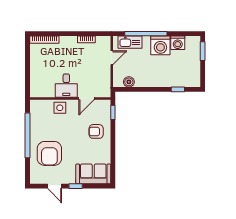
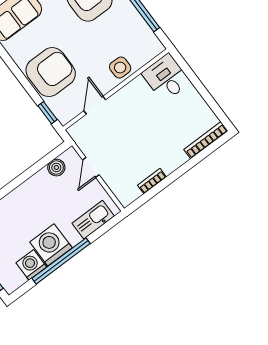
window: (146, 34) -> (61, 261), moved
door: (112, 58) -> (91, 167), moved
desk: (66, 86) -> (166, 78), moved
armchair: (96, 131) -> (51, 72), width x1.88, depth x1.88

